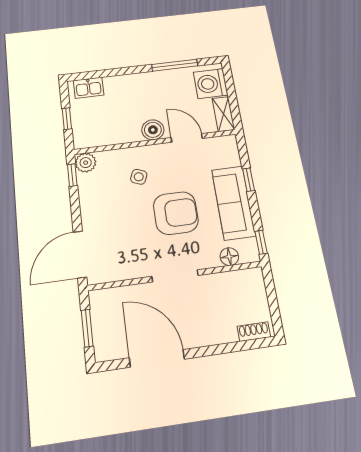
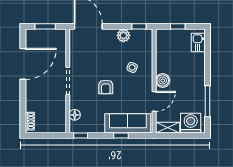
plant: (86, 163) -> (123, 35), moved
sofa: (233, 203) -> (128, 123), moved
armchair: (176, 213) -> (106, 87), width x0.53, depth x0.53

